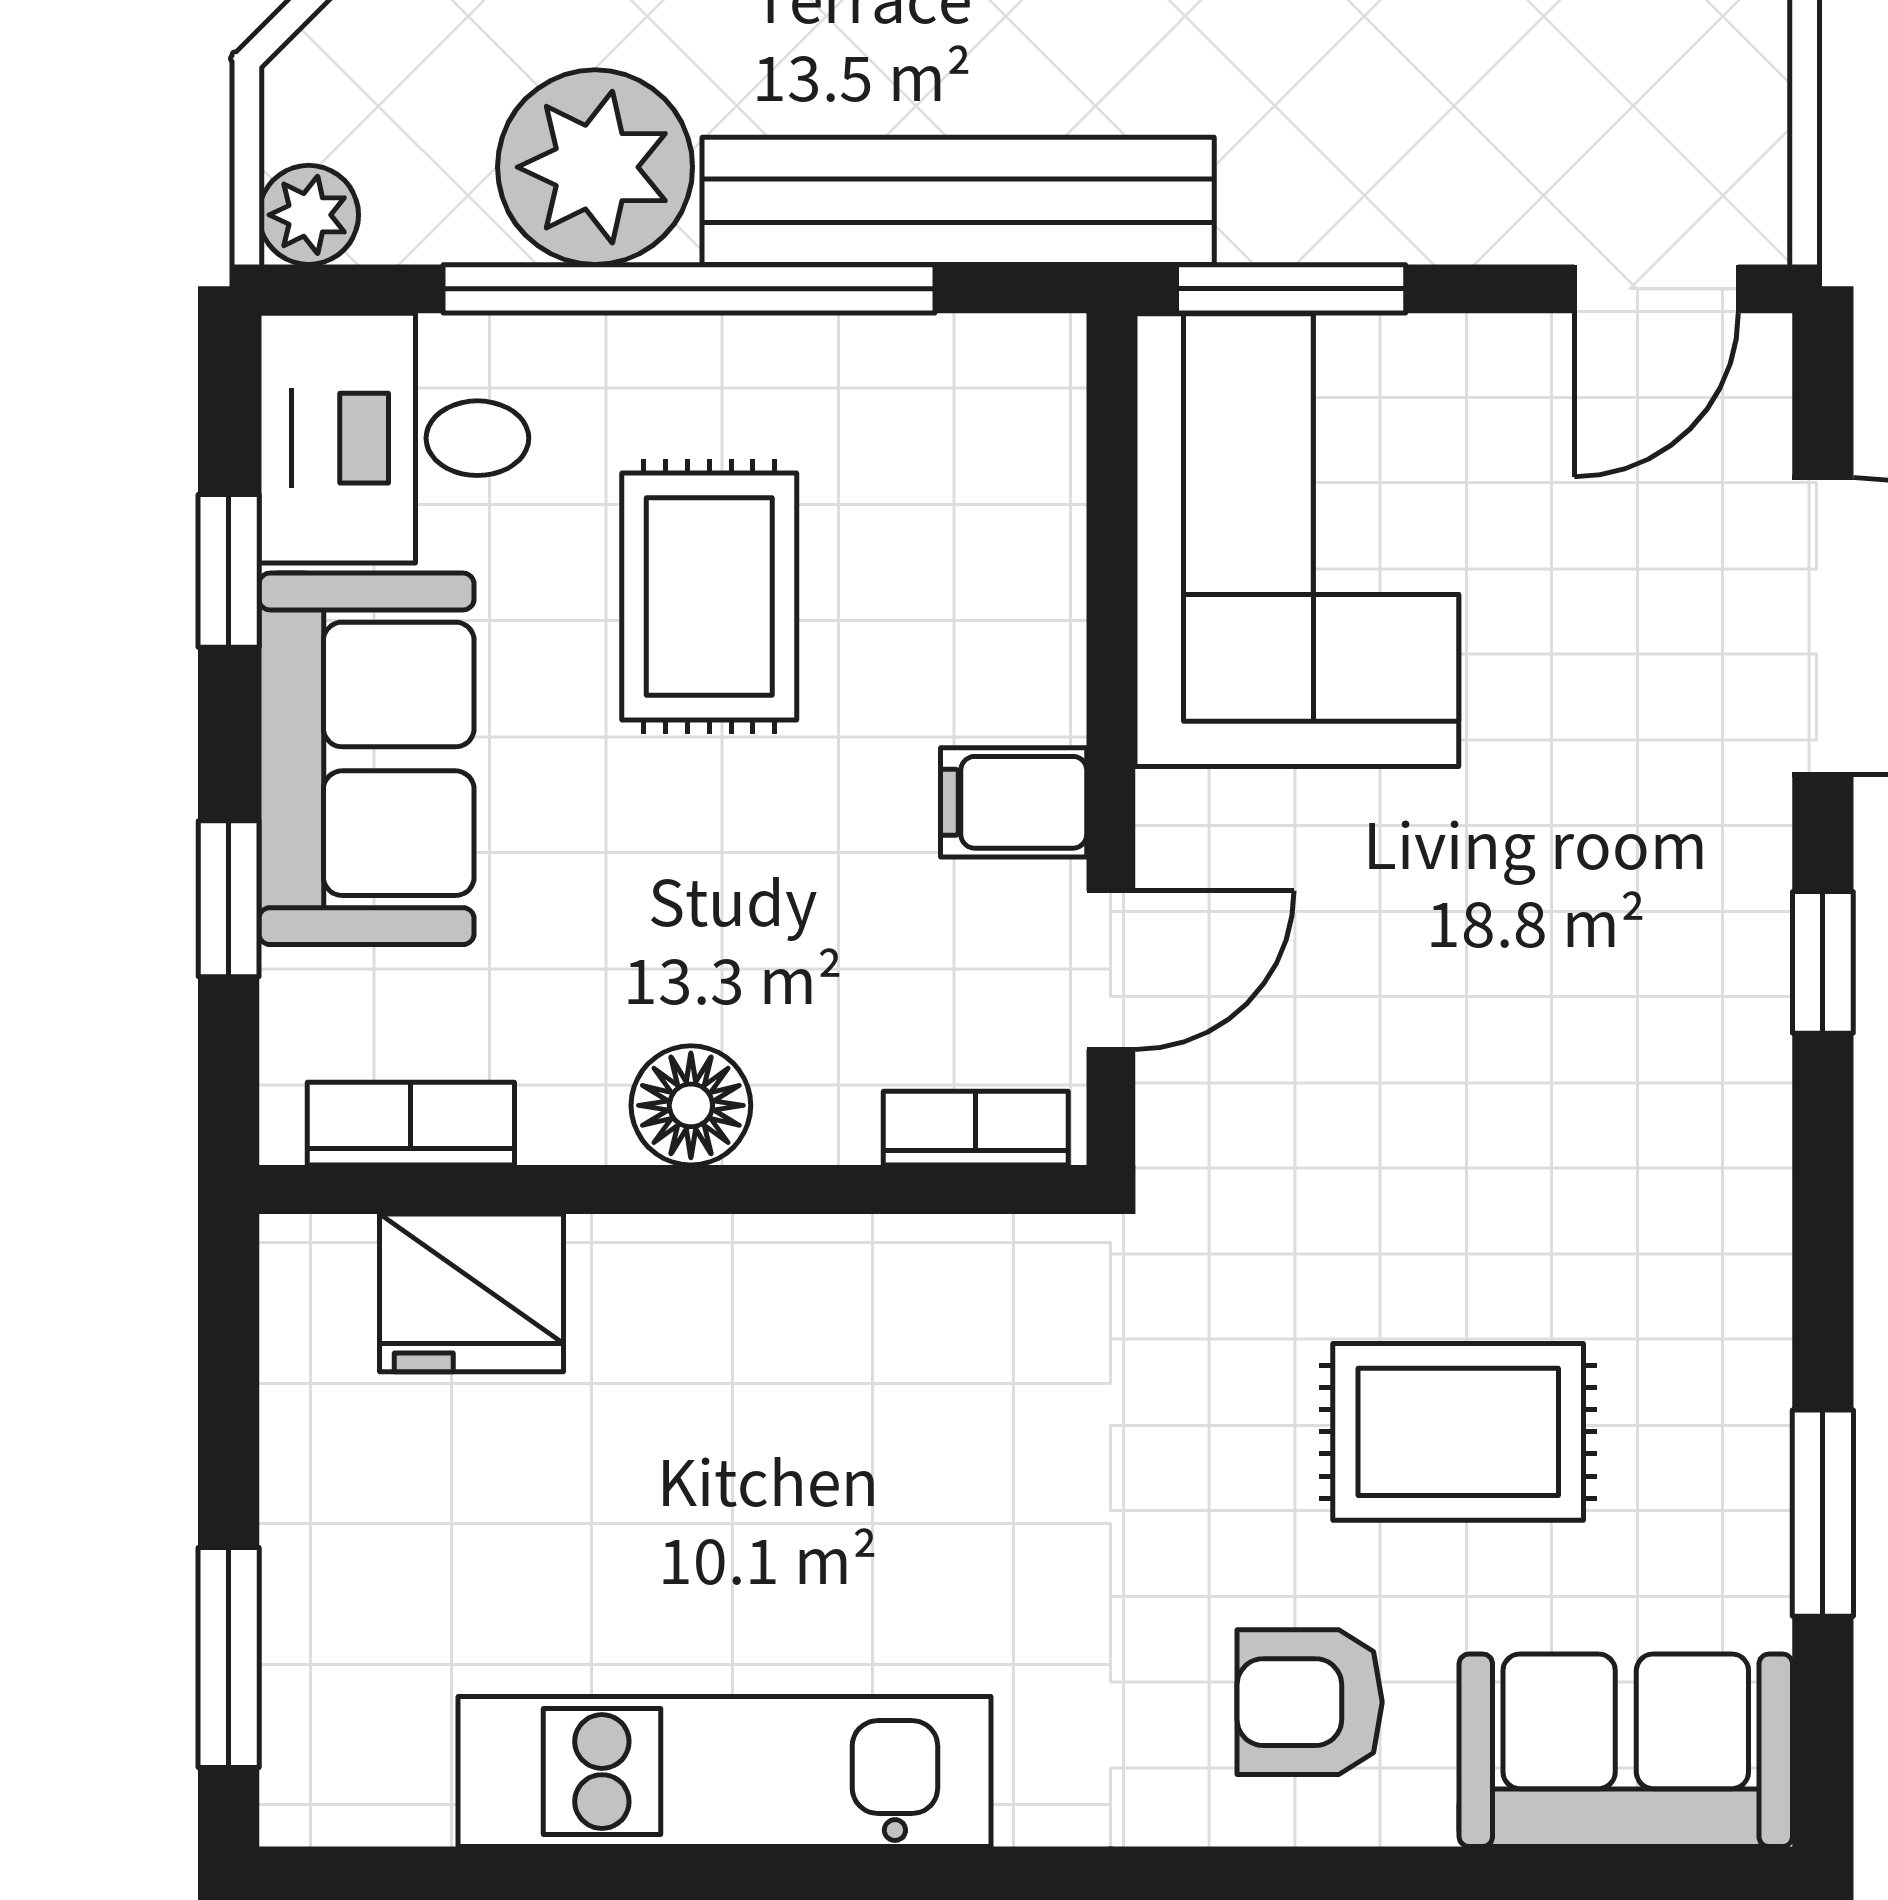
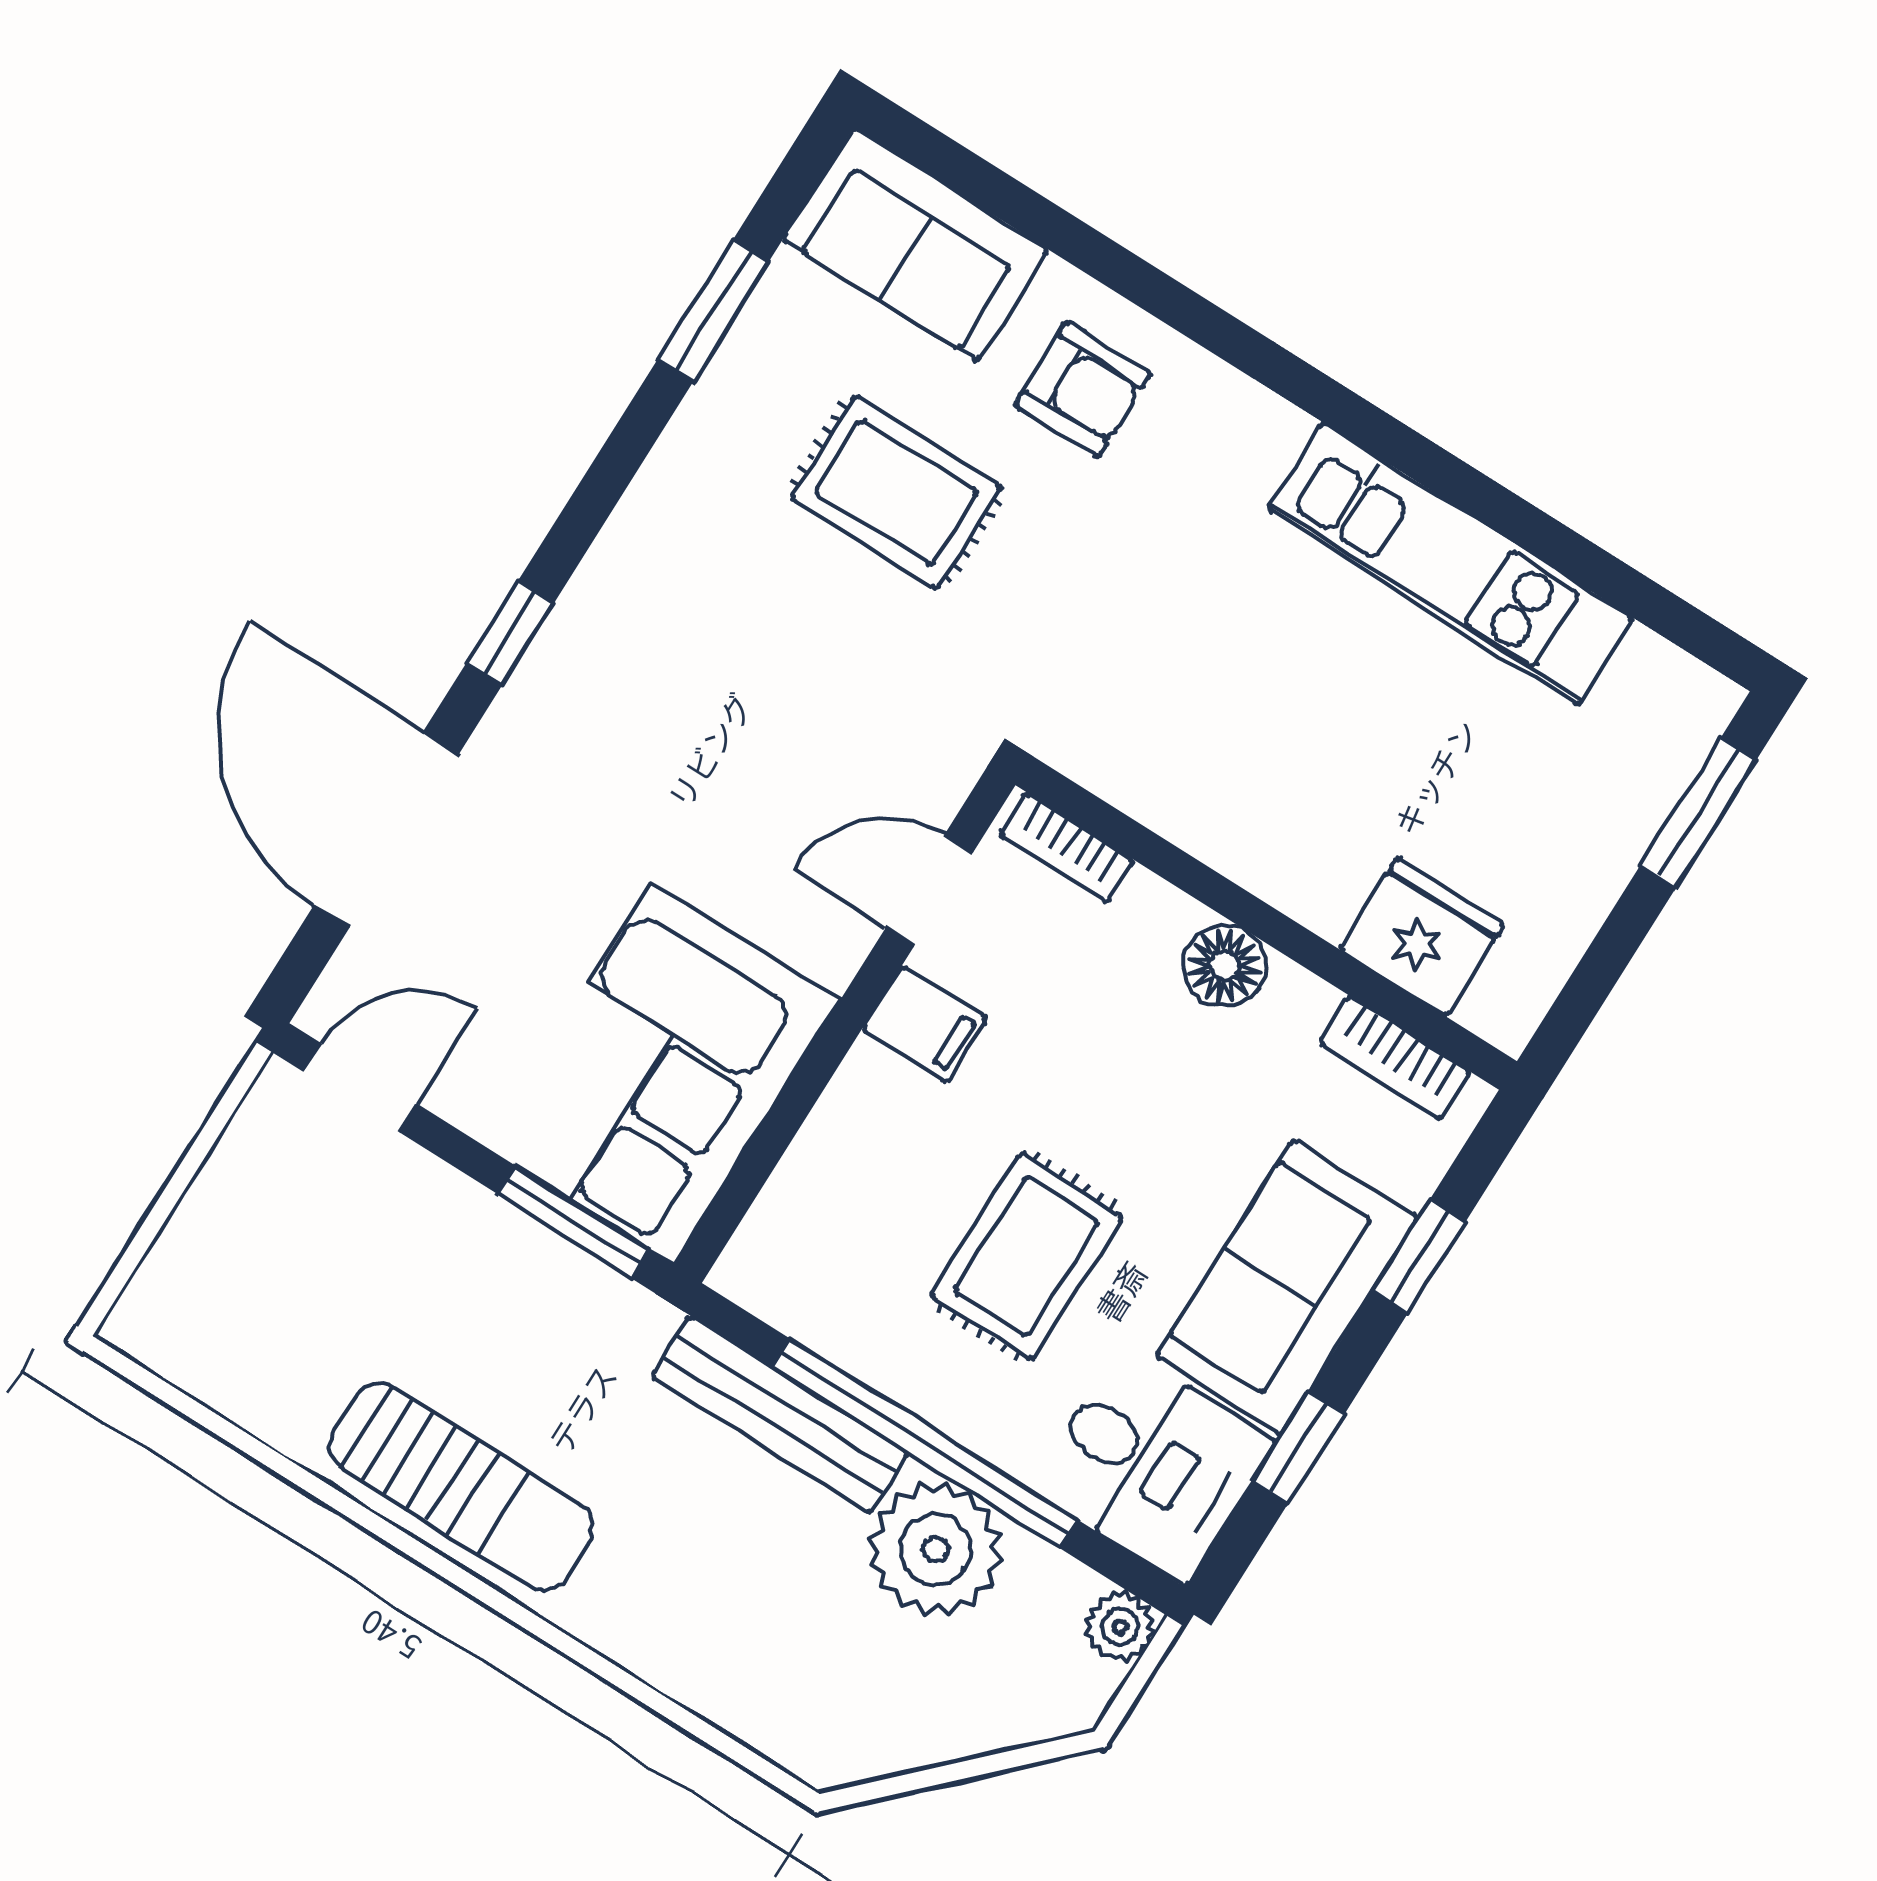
bench: (958, 201) -> (780, 1415), width x0.73, depth x0.82

